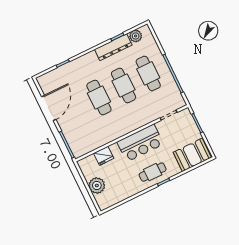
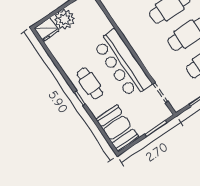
bar counter: (140, 143) -> (122, 64), width x1.36
fridge: (104, 156) -> (47, 30), moved, turned -90

